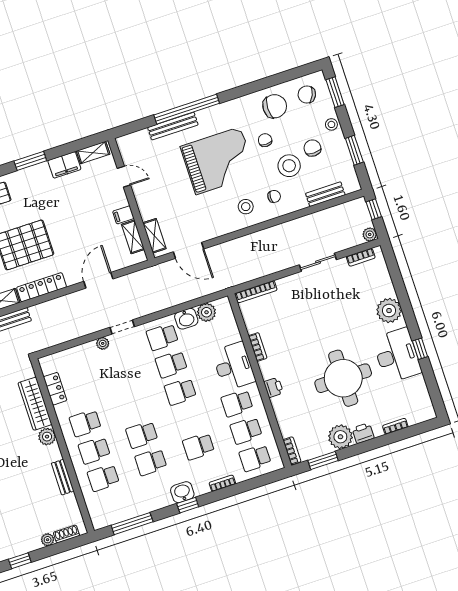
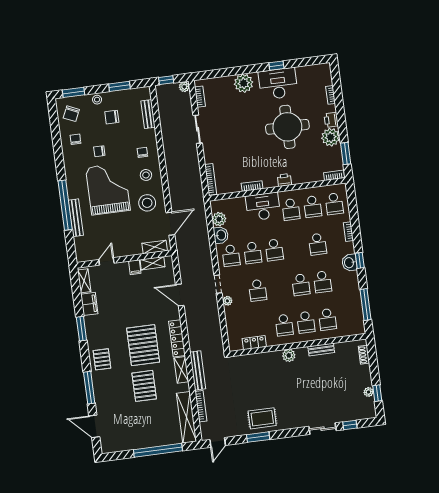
chair: (275, 106) -> (75, 139), width x0.54, depth x0.54
stool: (289, 166) -> (147, 203), moved
school desk: (124, 380) -> (258, 290), added
wardrobe: (35, 404) -> (263, 360), removed
plant: (48, 540) -> (369, 392), moved

